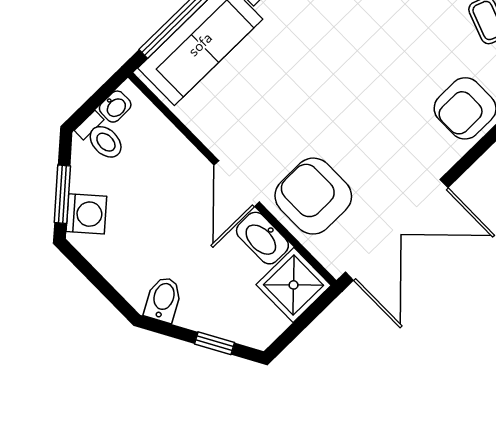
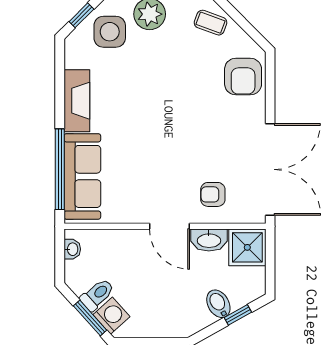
toilet: (101, 137) -> (97, 295), moved, turned -42
armchair: (313, 196) -> (213, 194), width x0.53, depth x0.53
bidet: (163, 299) -> (218, 304), moved

